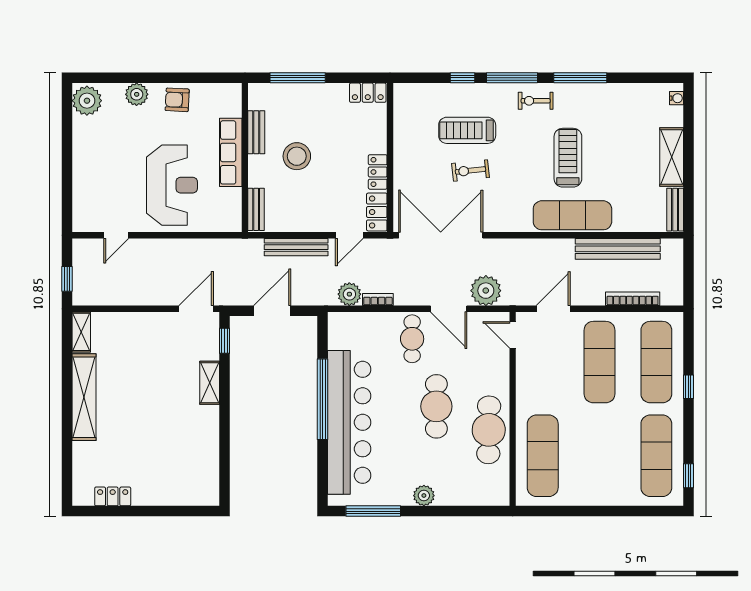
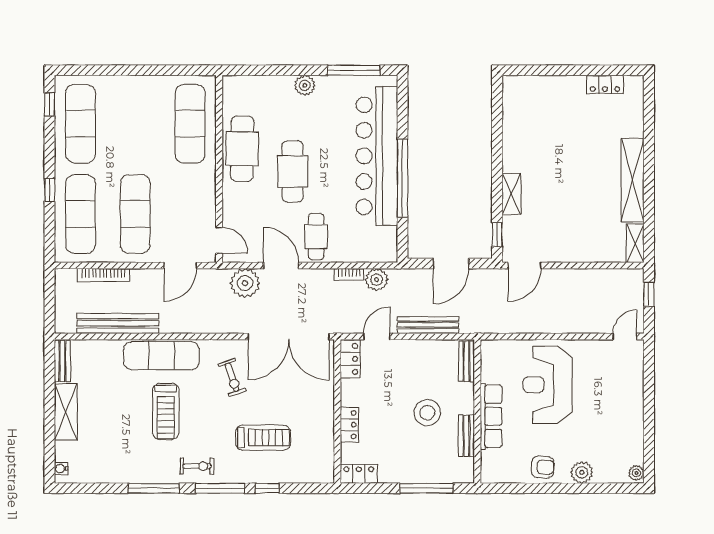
plant: (87, 101) -> (636, 473), width x0.53, depth x0.53
exercise bike: (470, 170) -> (232, 377), moved, turned 77
locker: (378, 172) -> (349, 425), moved
door: (116, 235) -> (625, 336), moved

